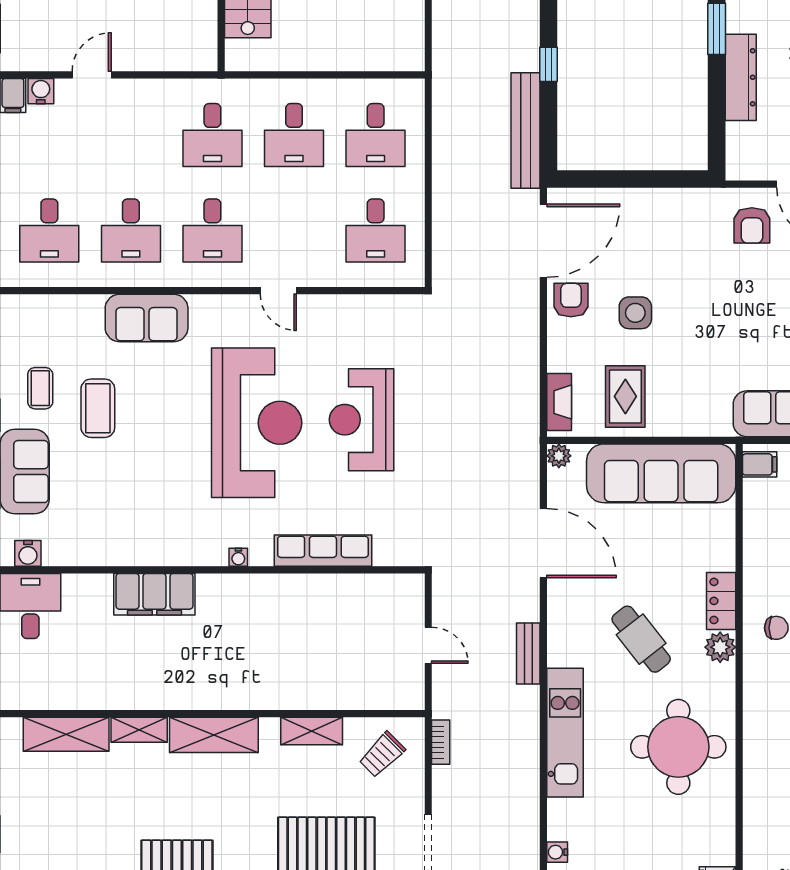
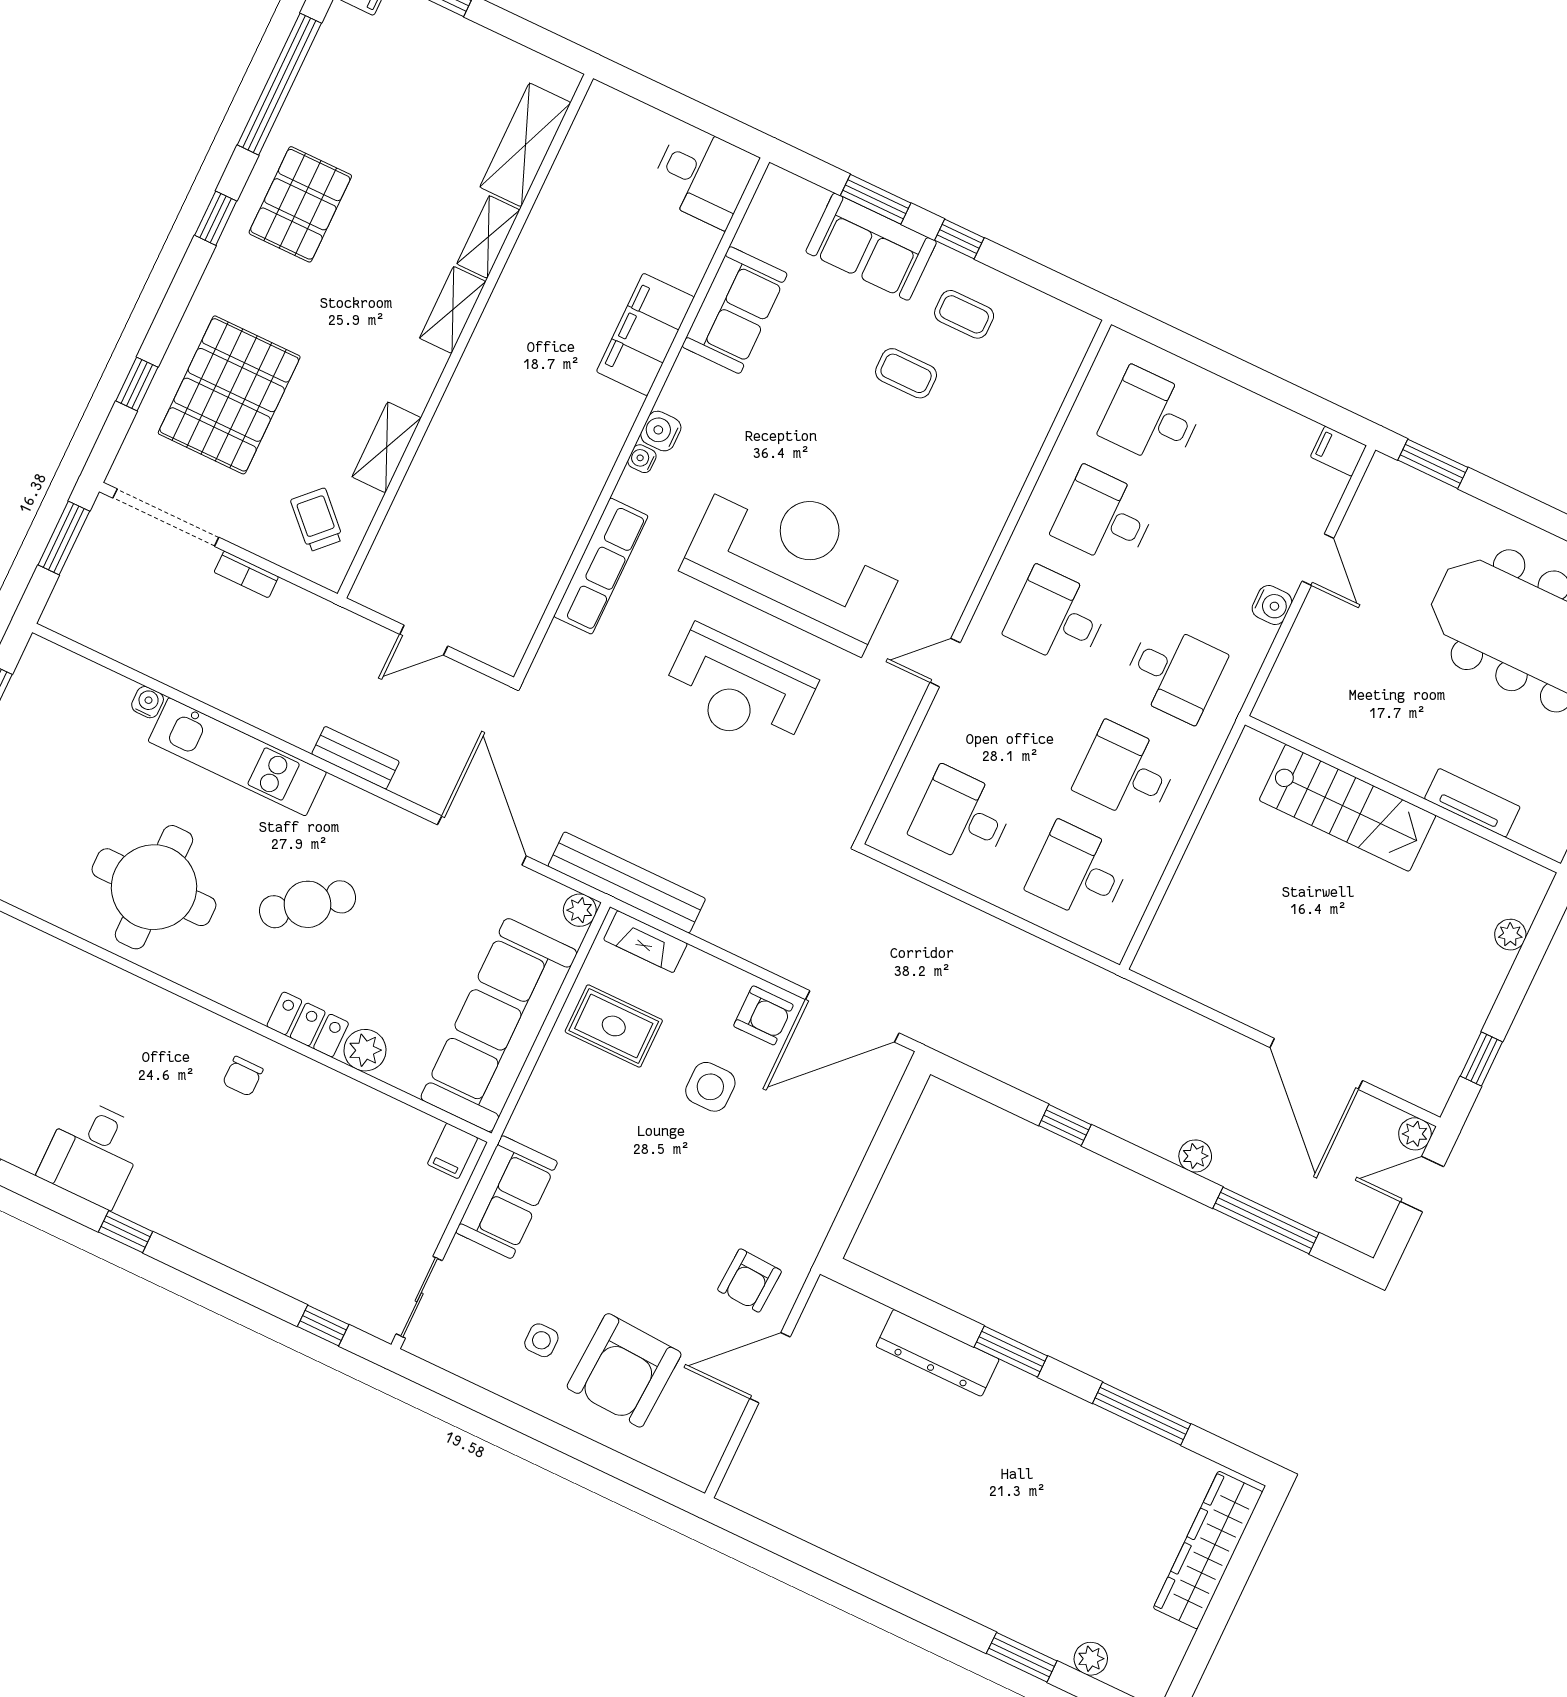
water cooler: (41, 91) -> (1272, 605), moved
bench: (526, 130) -> (627, 882), moved
desk: (212, 135) -> (1174, 672), turned 180
armchair: (752, 225) -> (749, 1280), turned -87
door: (543, 241) -> (852, 1016), hinge flipped
sofa: (147, 318) -> (735, 310), moved, turned 180
coffee table: (98, 408) -> (906, 373), width x0.73, depth x0.77
reception desk: (361, 420) -> (739, 689), turned 180
reception desk: (257, 423) -> (796, 559), turned 180
door: (543, 543) -> (482, 840), swing flipped
water cooler: (28, 553) -> (661, 431), moved
plant: (720, 647) -> (365, 1050), moved
shelving: (214, 735) -> (453, 310), width x0.67, depth x0.75
bookcase: (441, 742) -> (246, 574), moved
water cooler: (557, 852) -> (148, 702), moved

